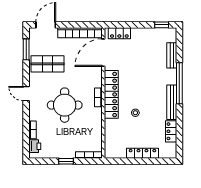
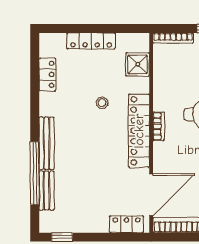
window: (179, 83) -> (35, 173), moved
bench: (172, 102) -> (47, 143), moved
shower: (112, 138) -> (138, 64), added

